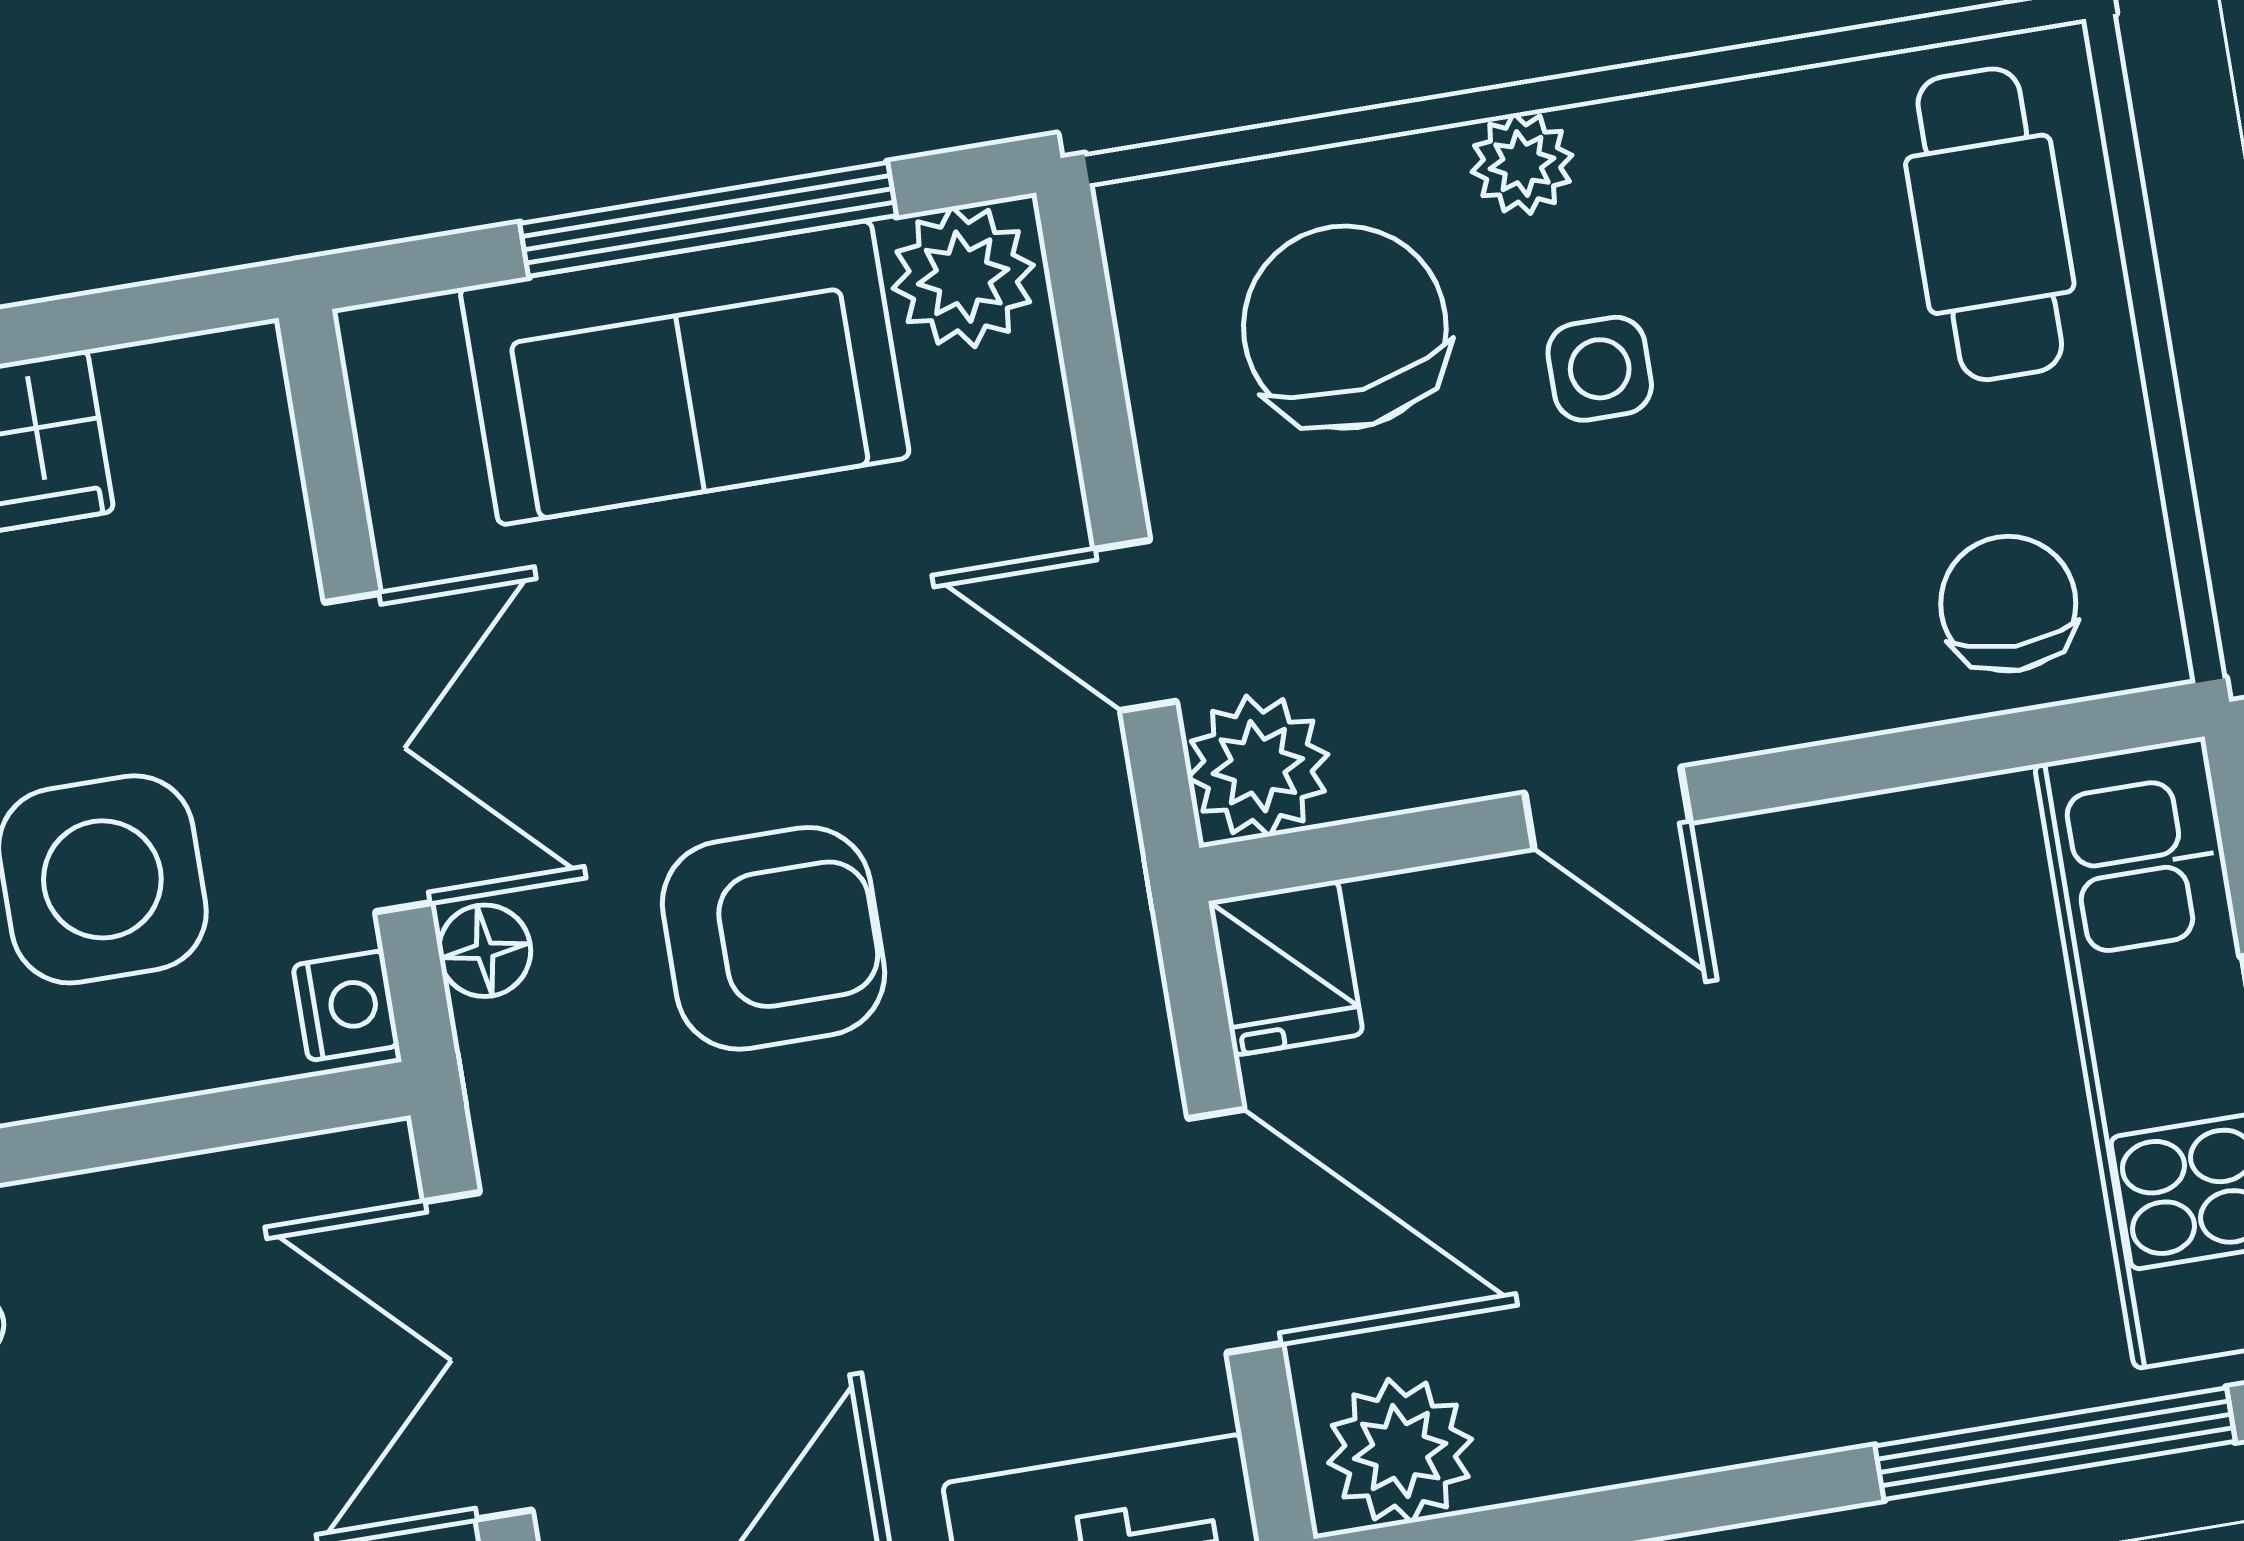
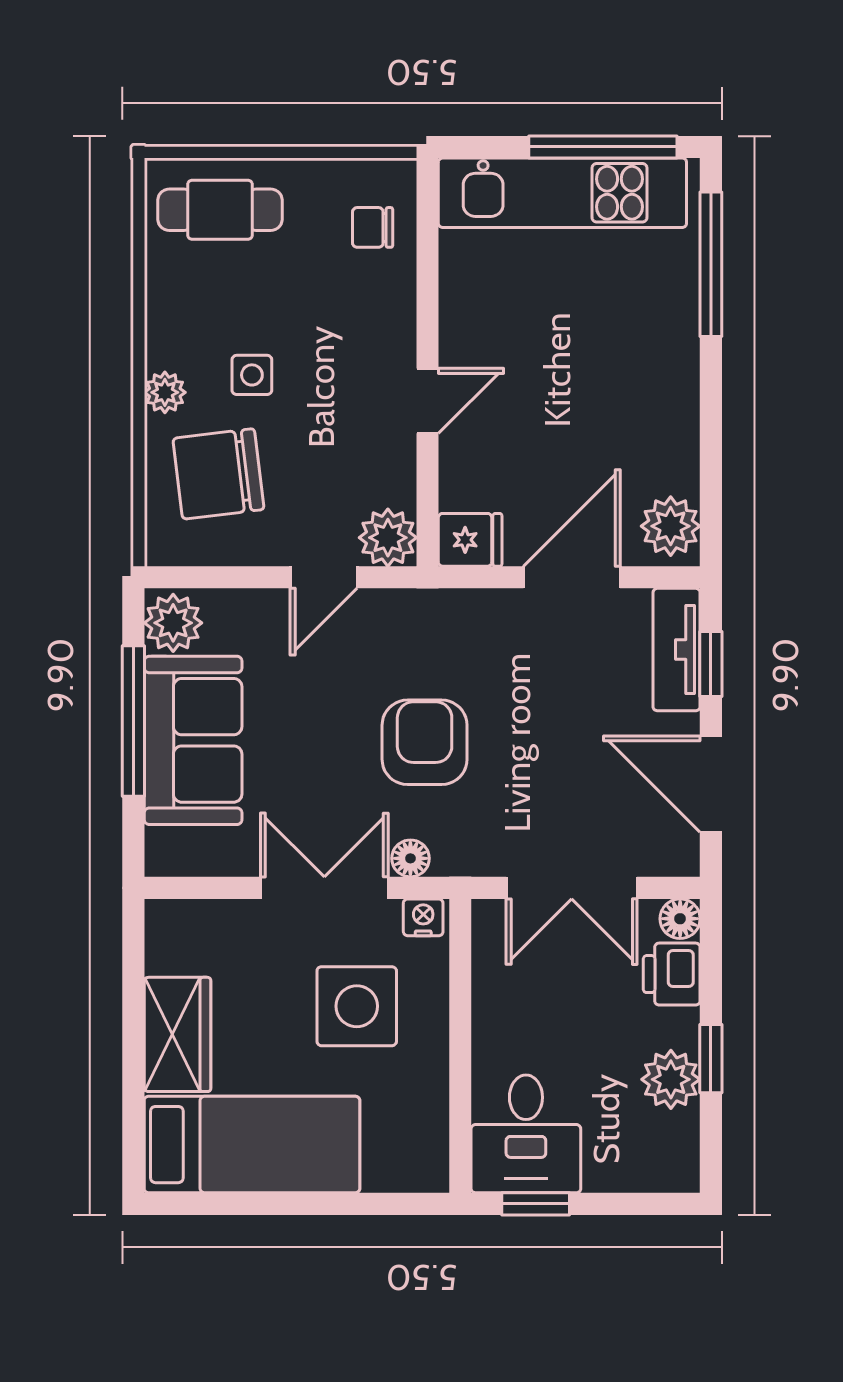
chair: (2008, 604) -> (373, 227), width x0.73, depth x0.73

